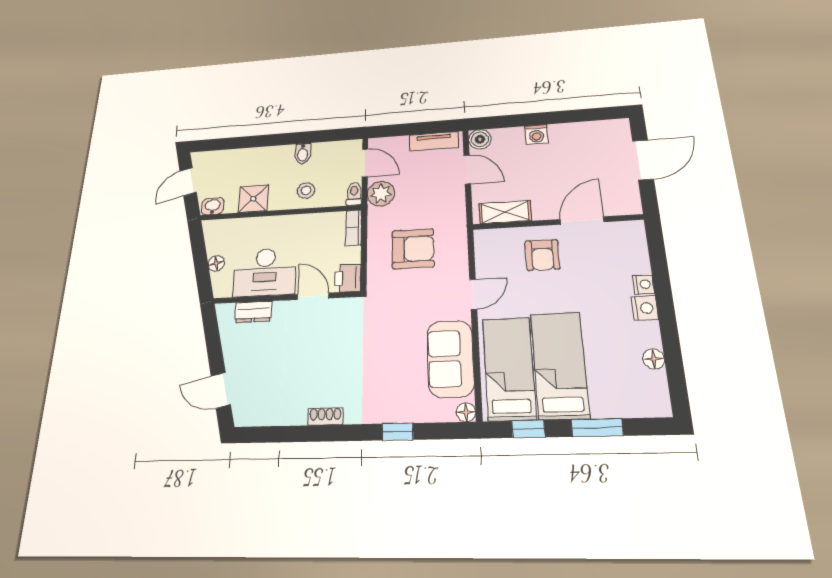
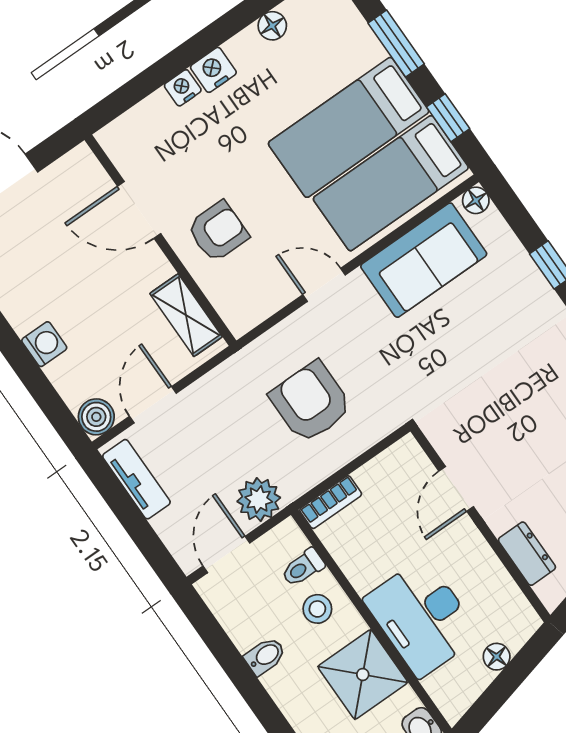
toilet: (354, 194) -> (303, 568), moved
shower: (253, 199) -> (363, 674), width x1.36, depth x1.36
desk: (265, 272) -> (422, 617), moved, turned 180
printer: (348, 278) -> (404, 460), removed

